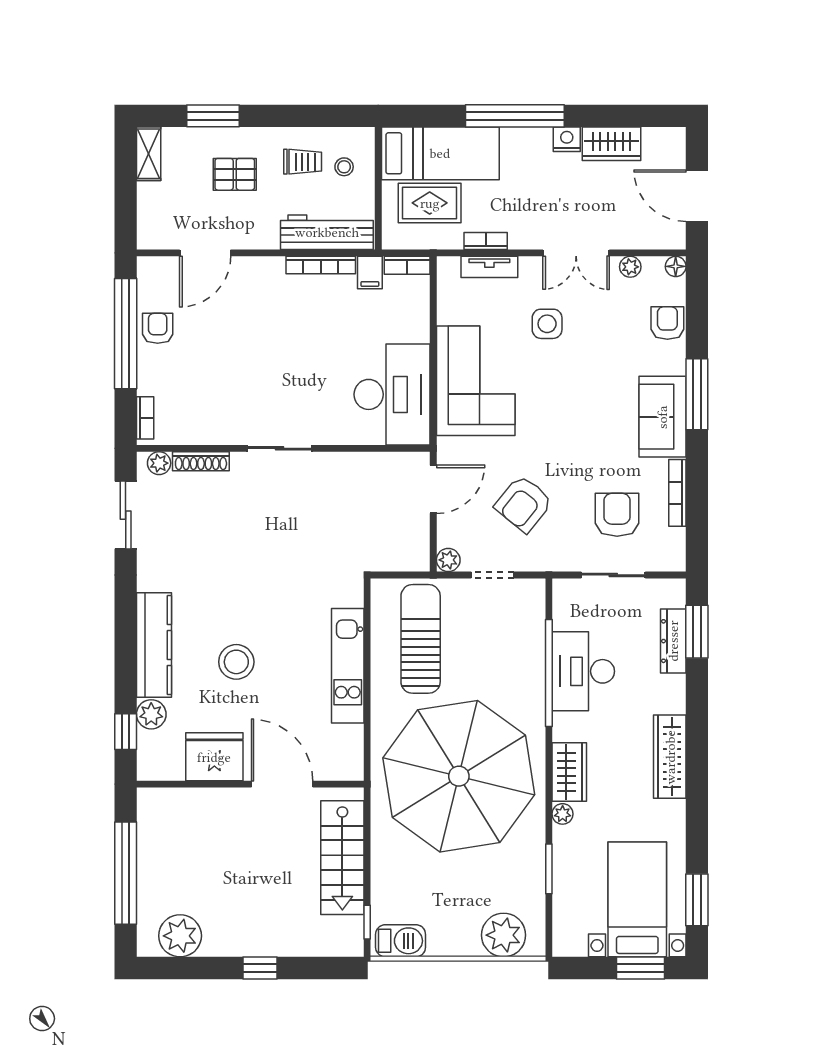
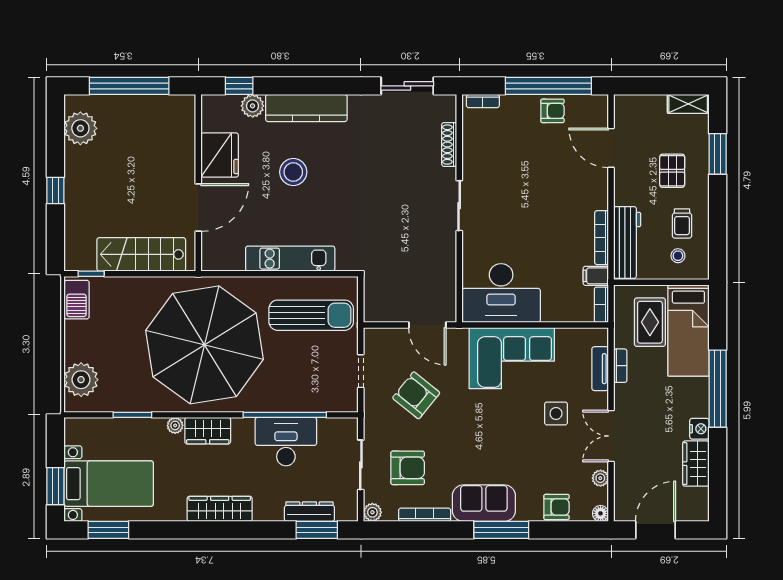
plant: (159, 463) -> (448, 112), removed
plant: (448, 560) -> (372, 512), moved

